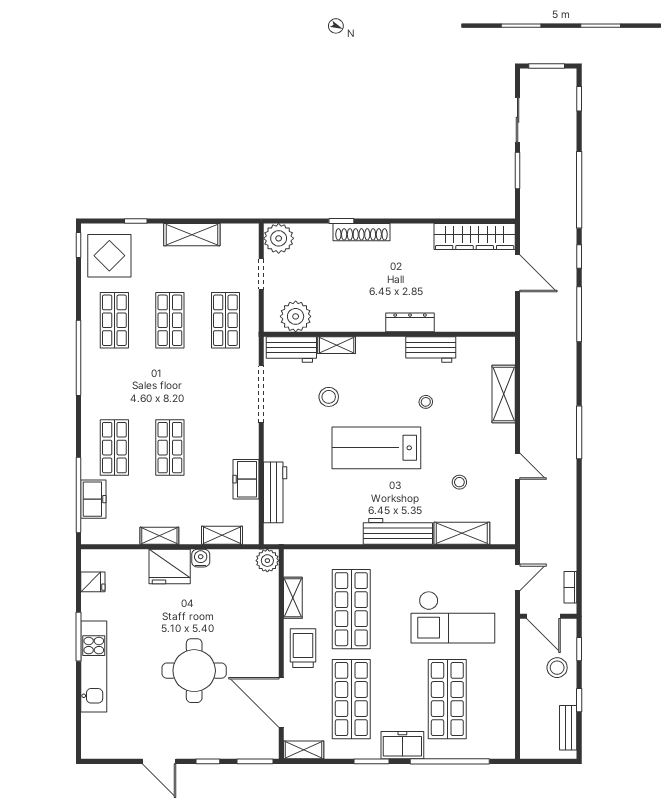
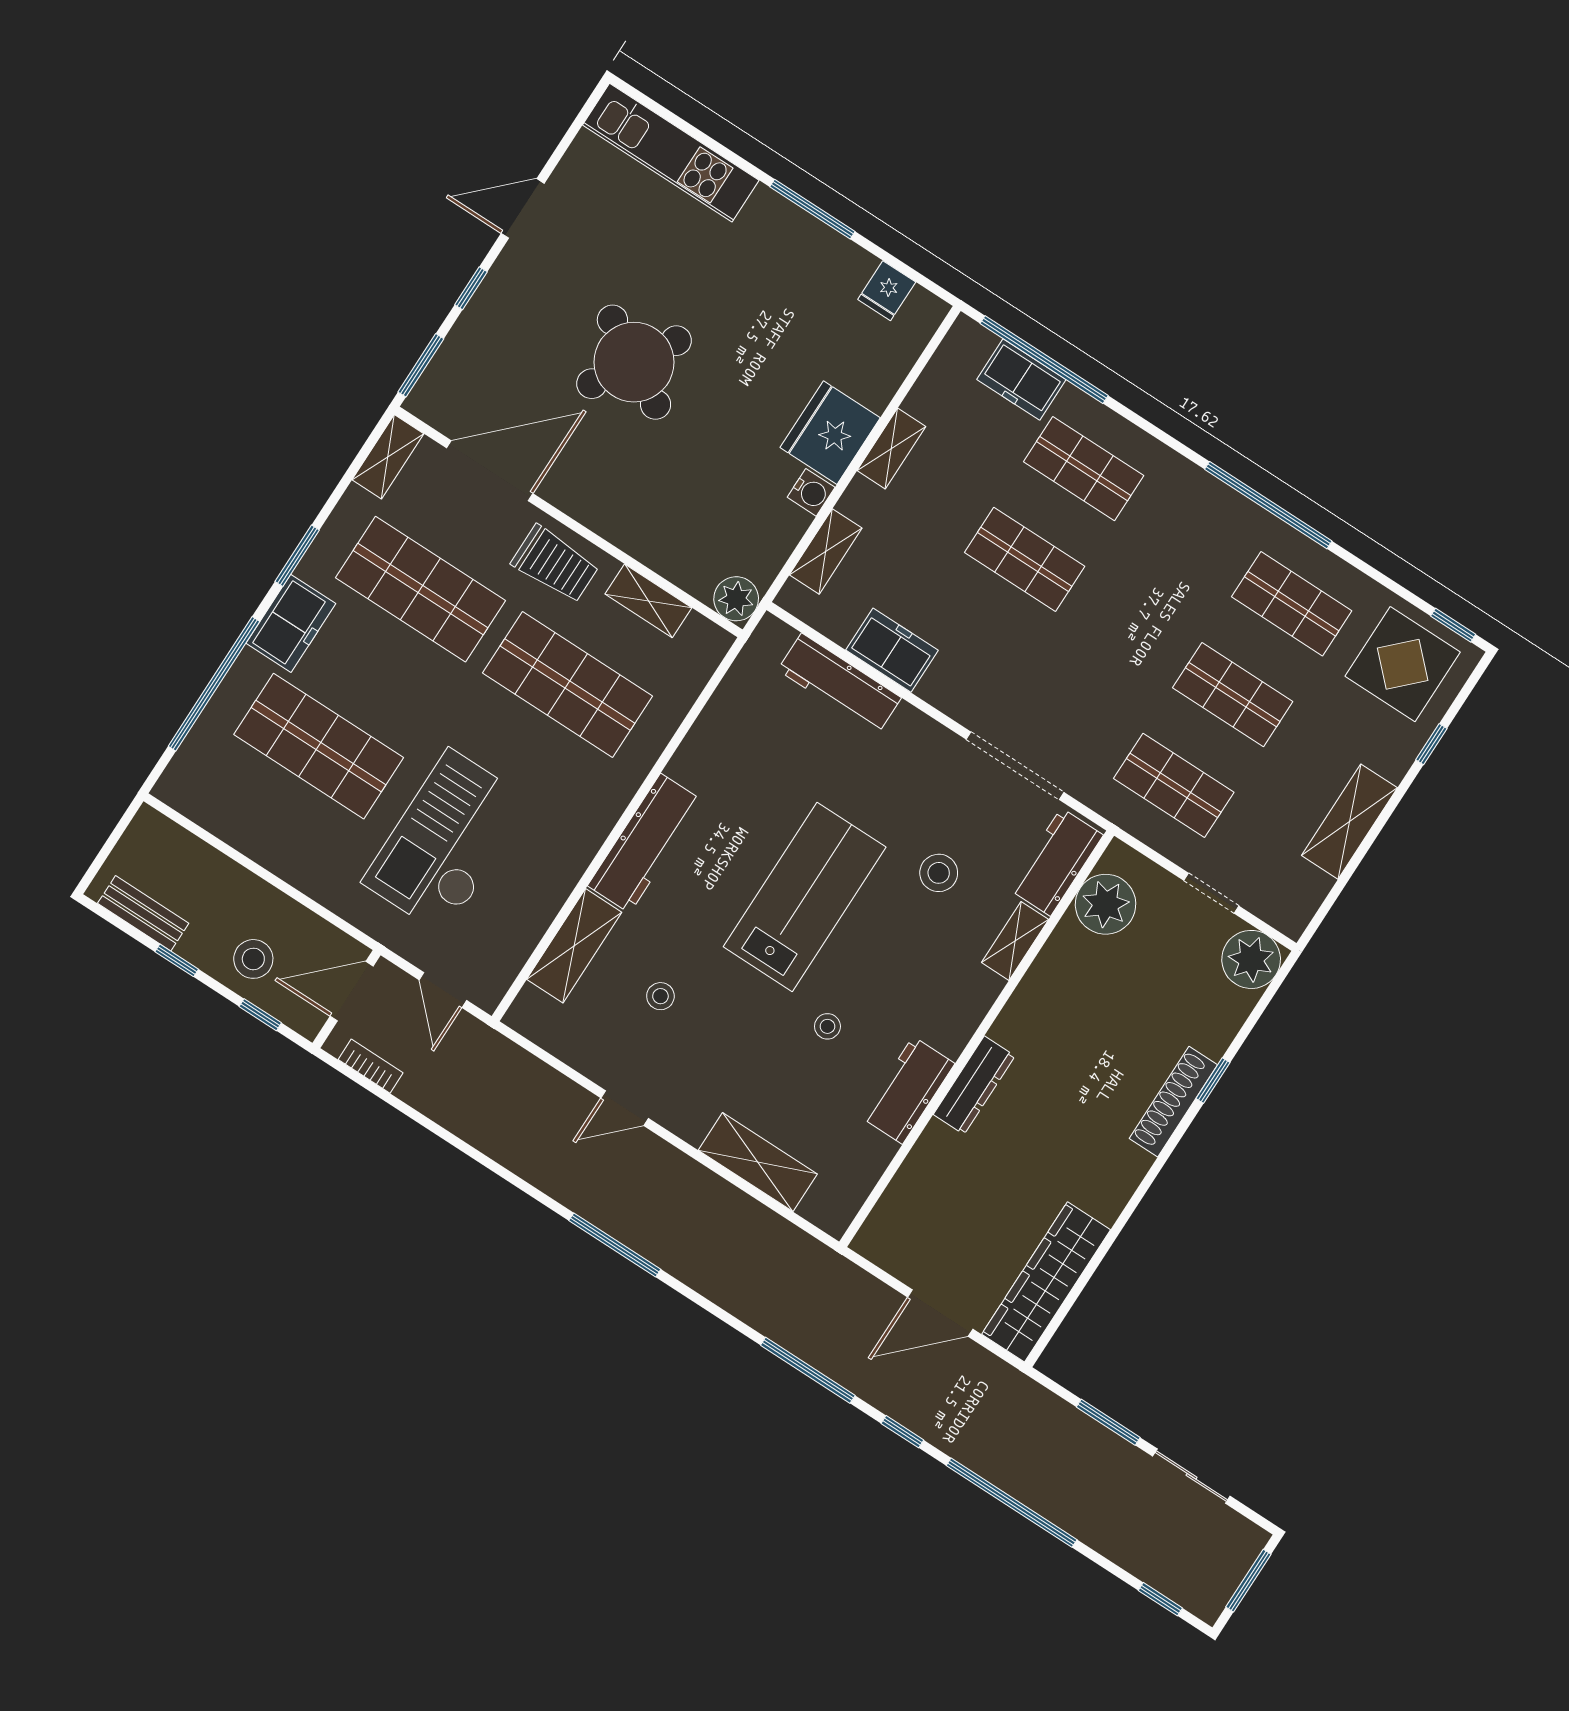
kitchen unit: (94, 667) -> (671, 153), moved
round table: (194, 671) -> (634, 362), turned 30

